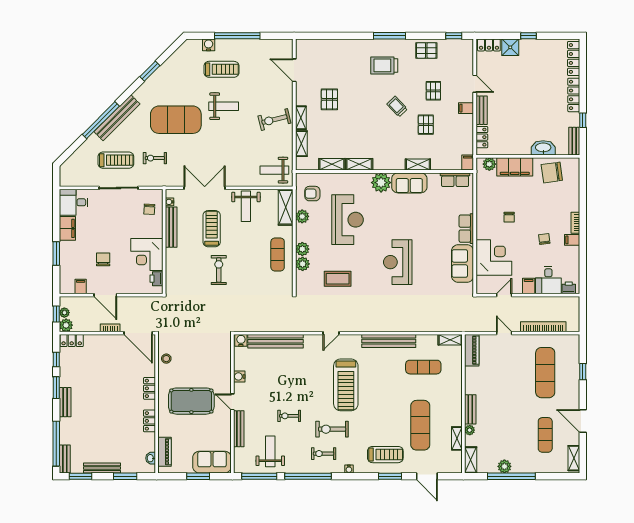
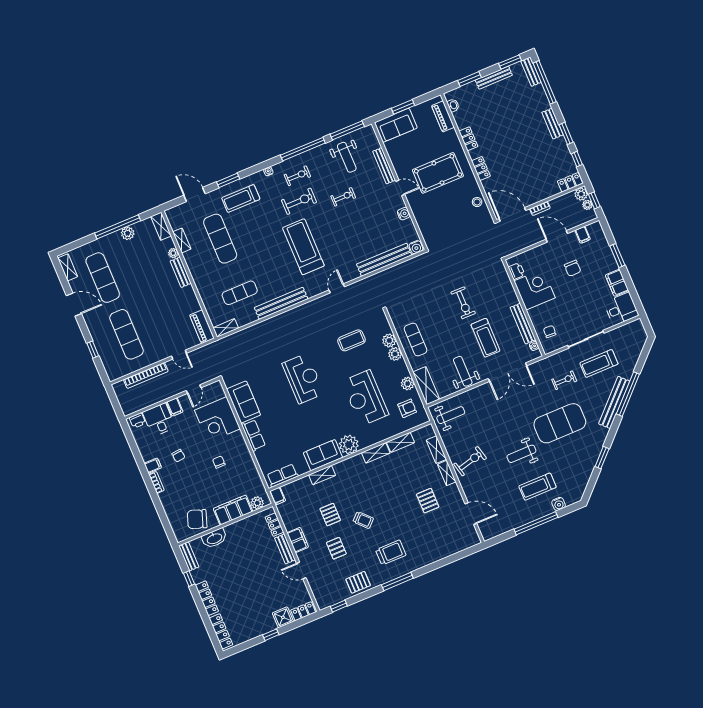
filing cabinet: (466, 108) -> (298, 540), width x2.00
chair: (552, 172) -> (197, 519), turned -153
exercise mat: (545, 435) -> (103, 278), width x1.36, depth x1.45

